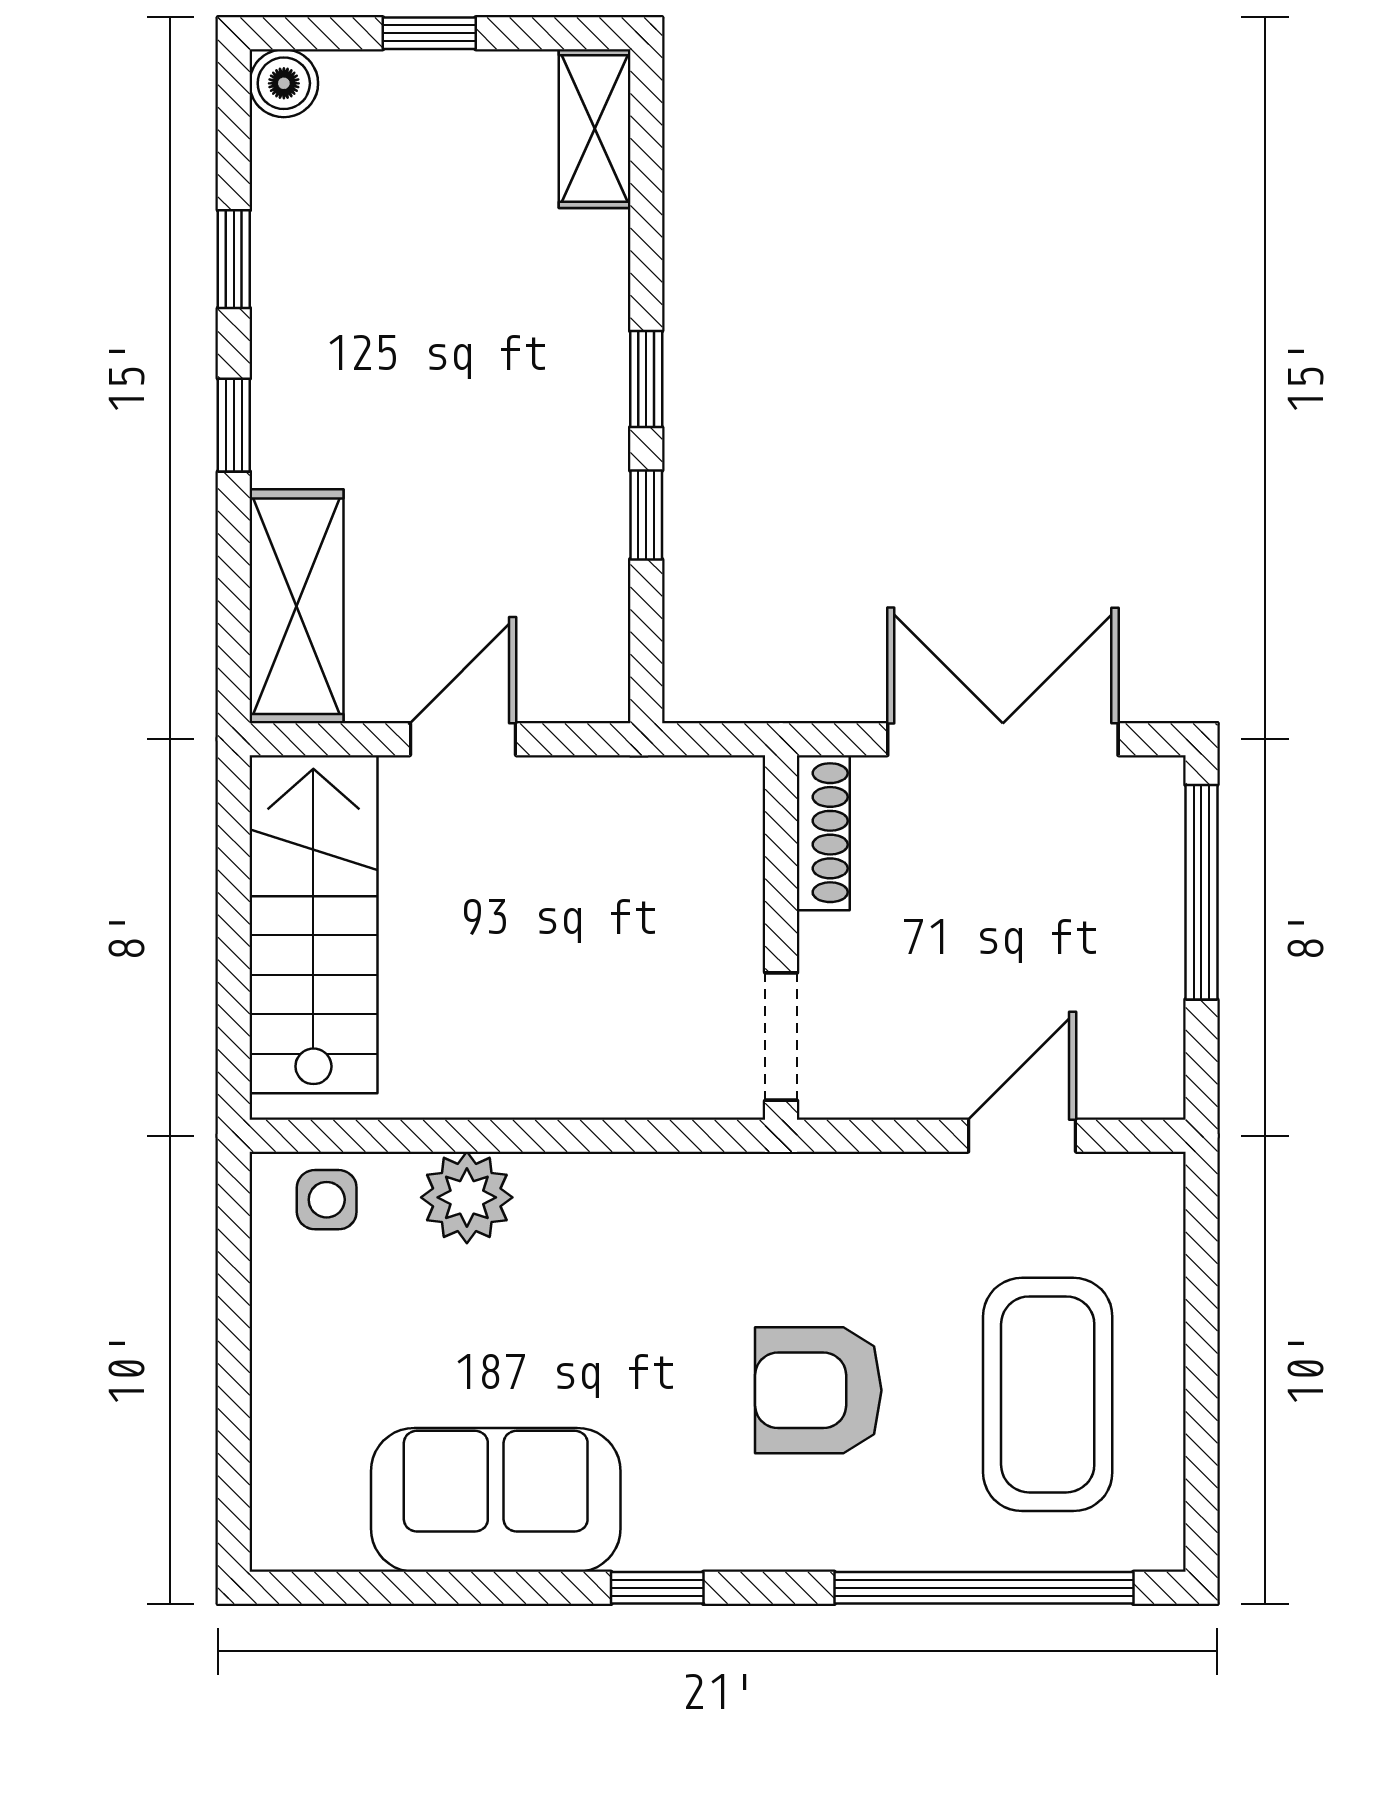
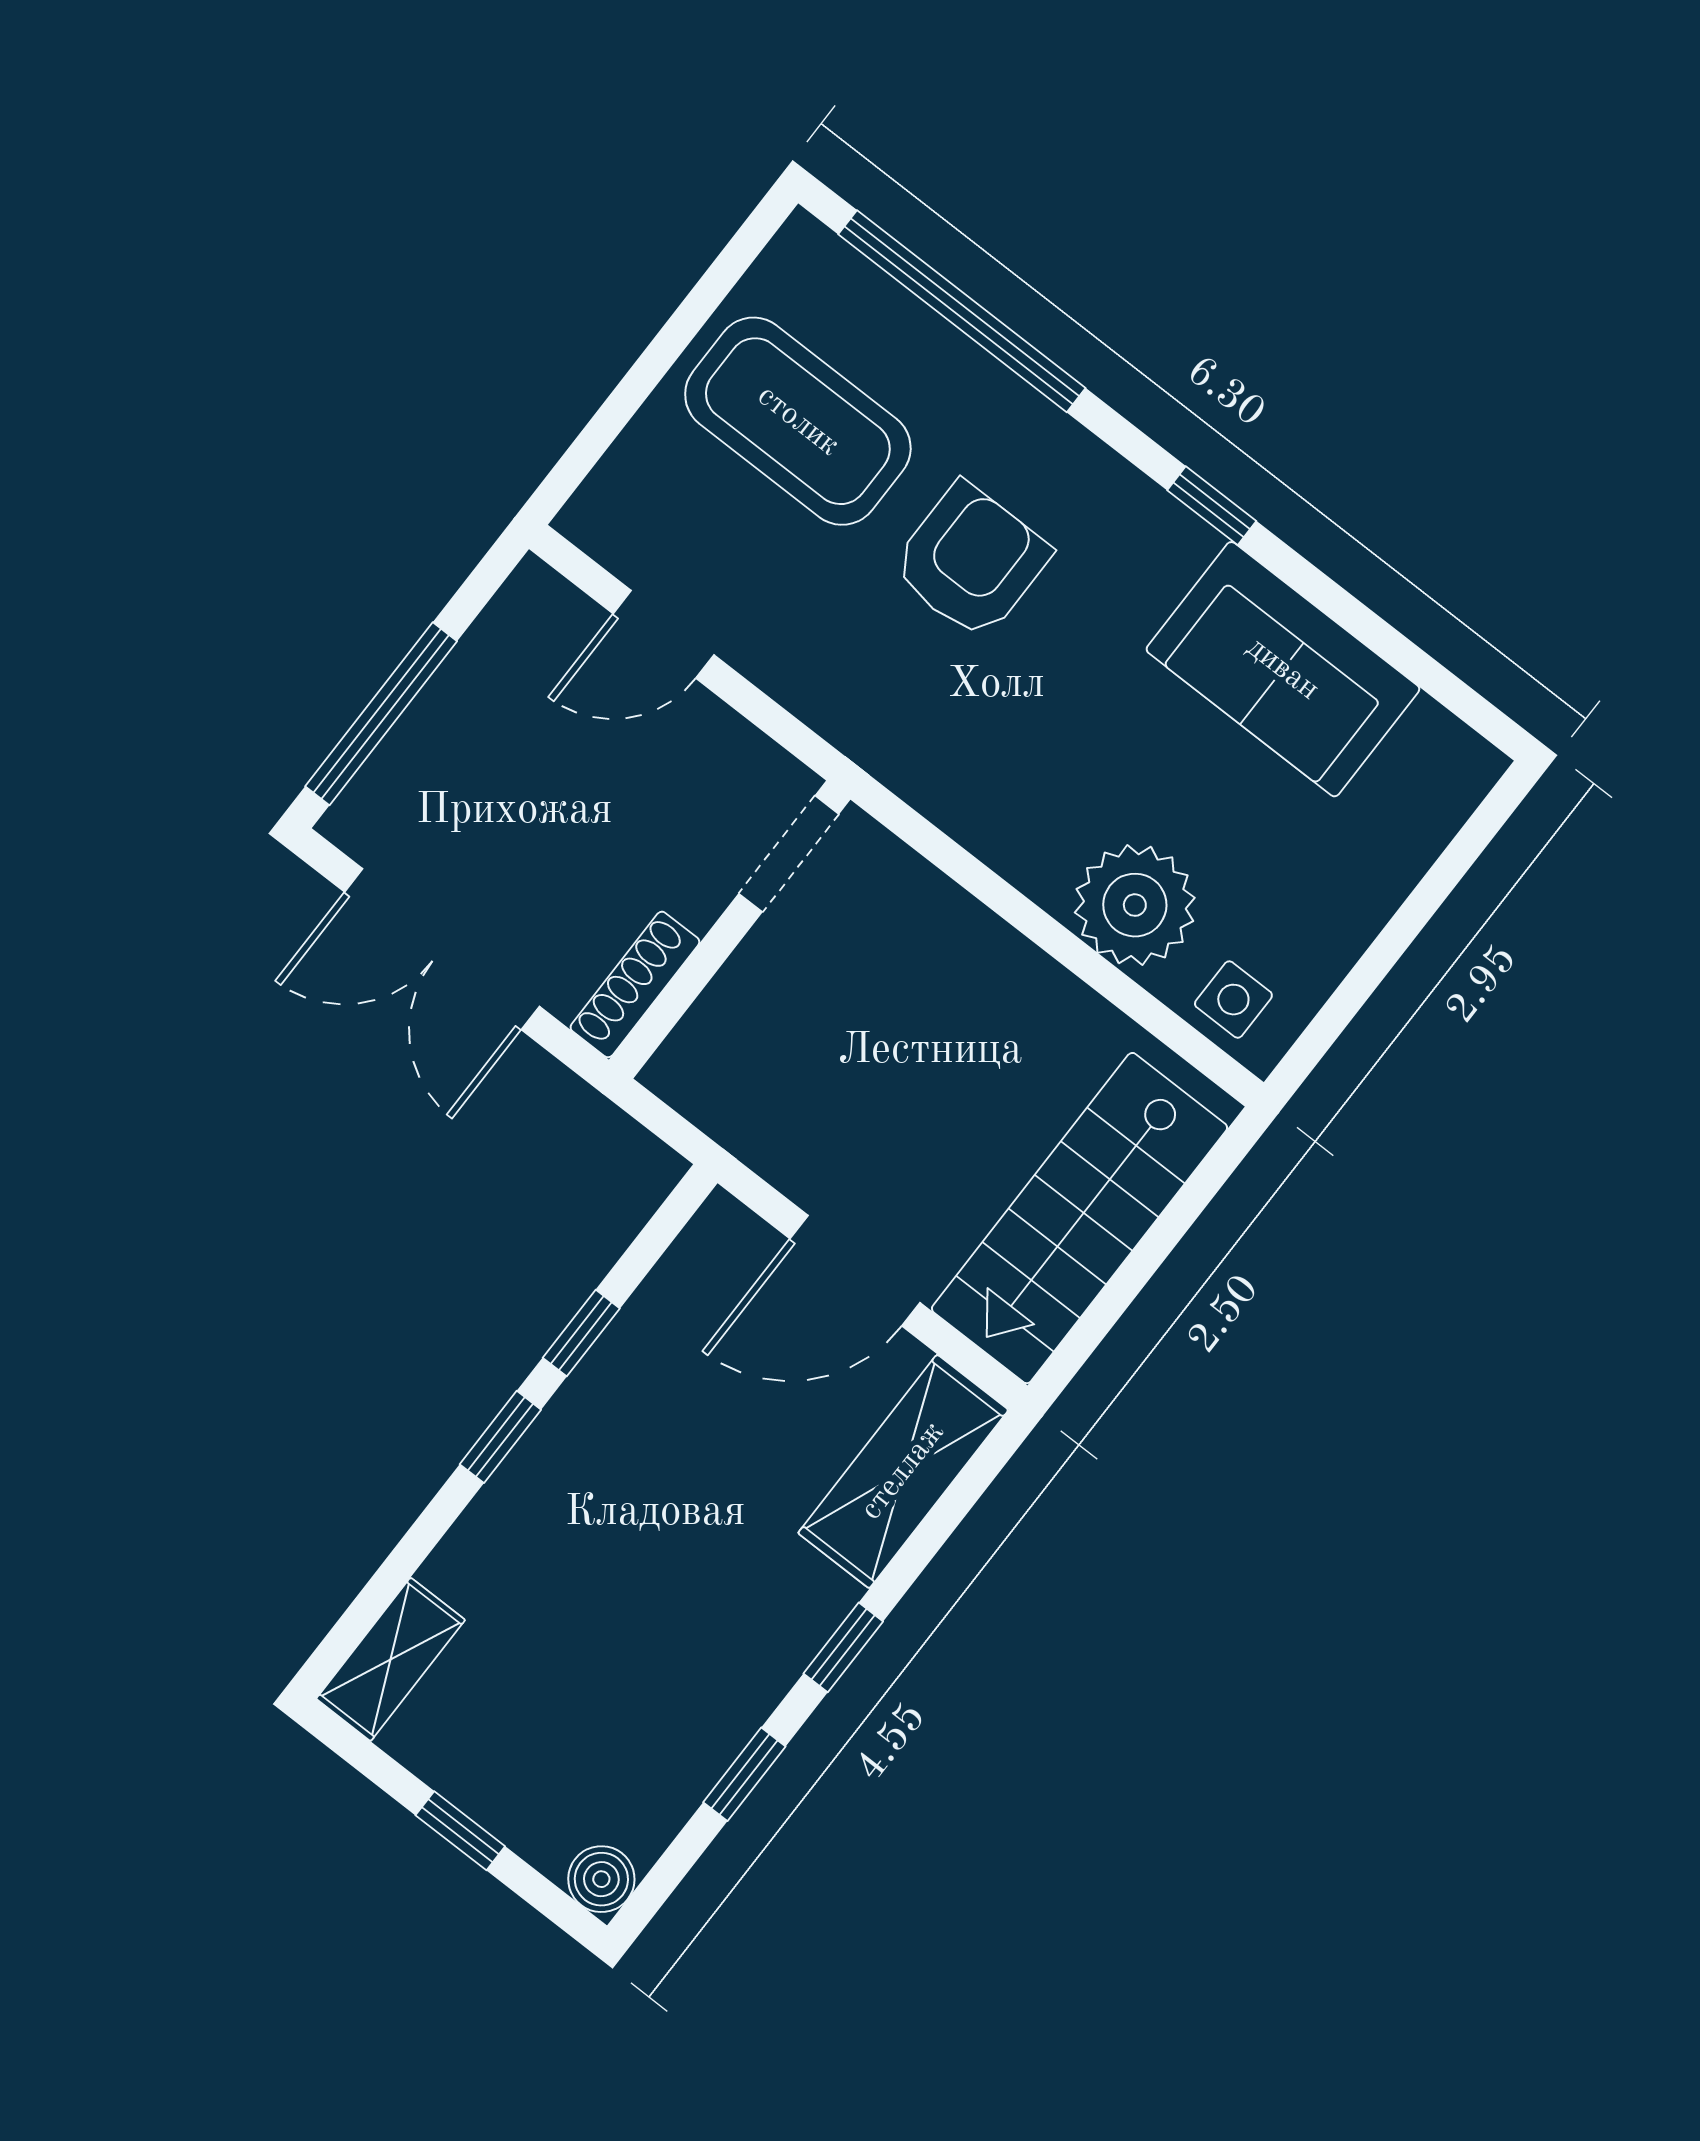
door: (463, 739) -> (855, 1271), width x1.38
plant: (467, 1197) -> (1135, 905), width x1.36, depth x1.36
armchair: (818, 1390) -> (971, 561), turned -90
coffee table: (1048, 1394) -> (798, 421), turned 90

